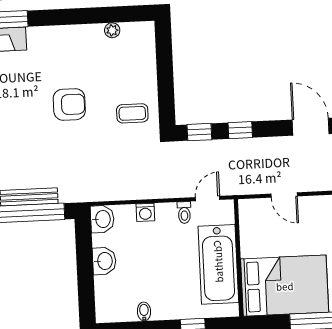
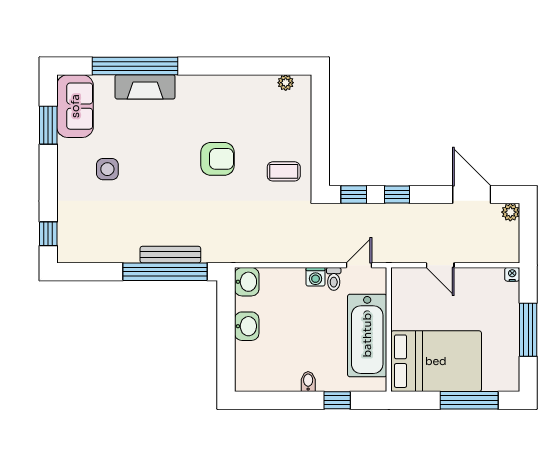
plant: (112, 30) -> (286, 83), moved
washing machine: (145, 212) -> (316, 277), moved
bidet: (144, 311) -> (308, 382), moved

